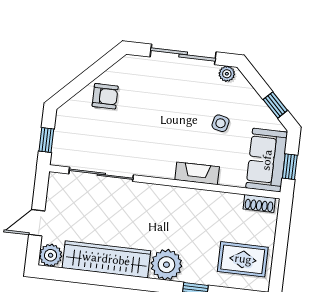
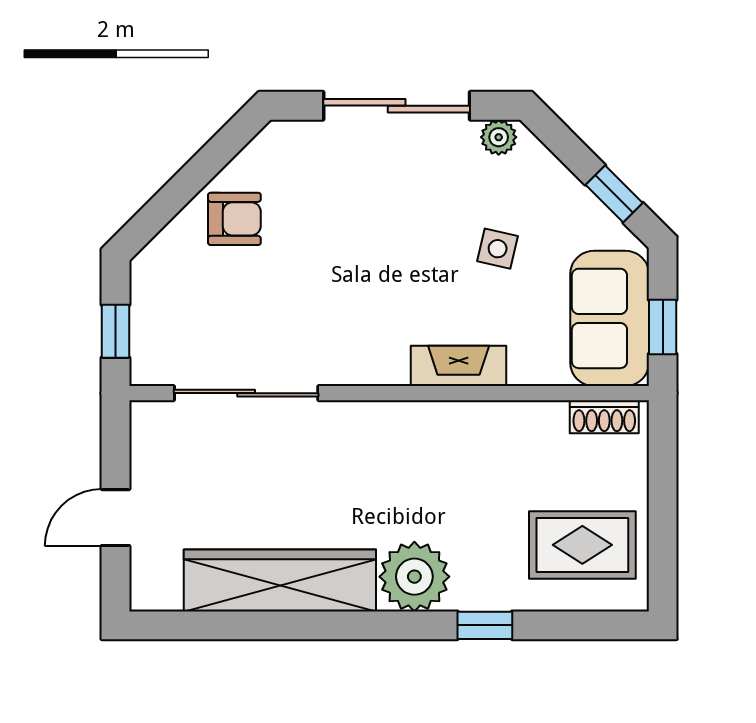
plant: (51, 255) -> (155, 586), removed

